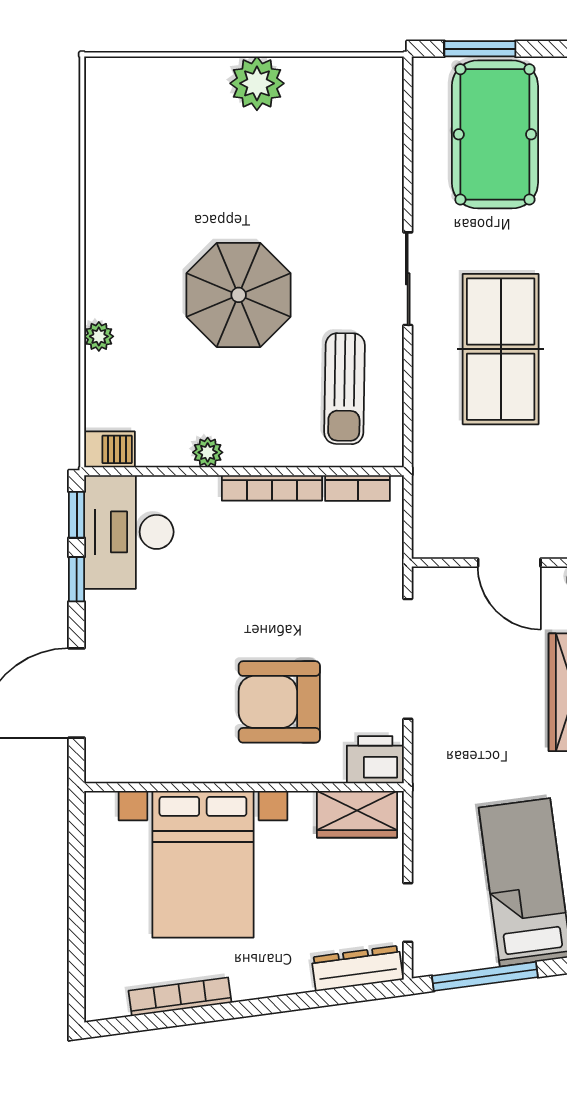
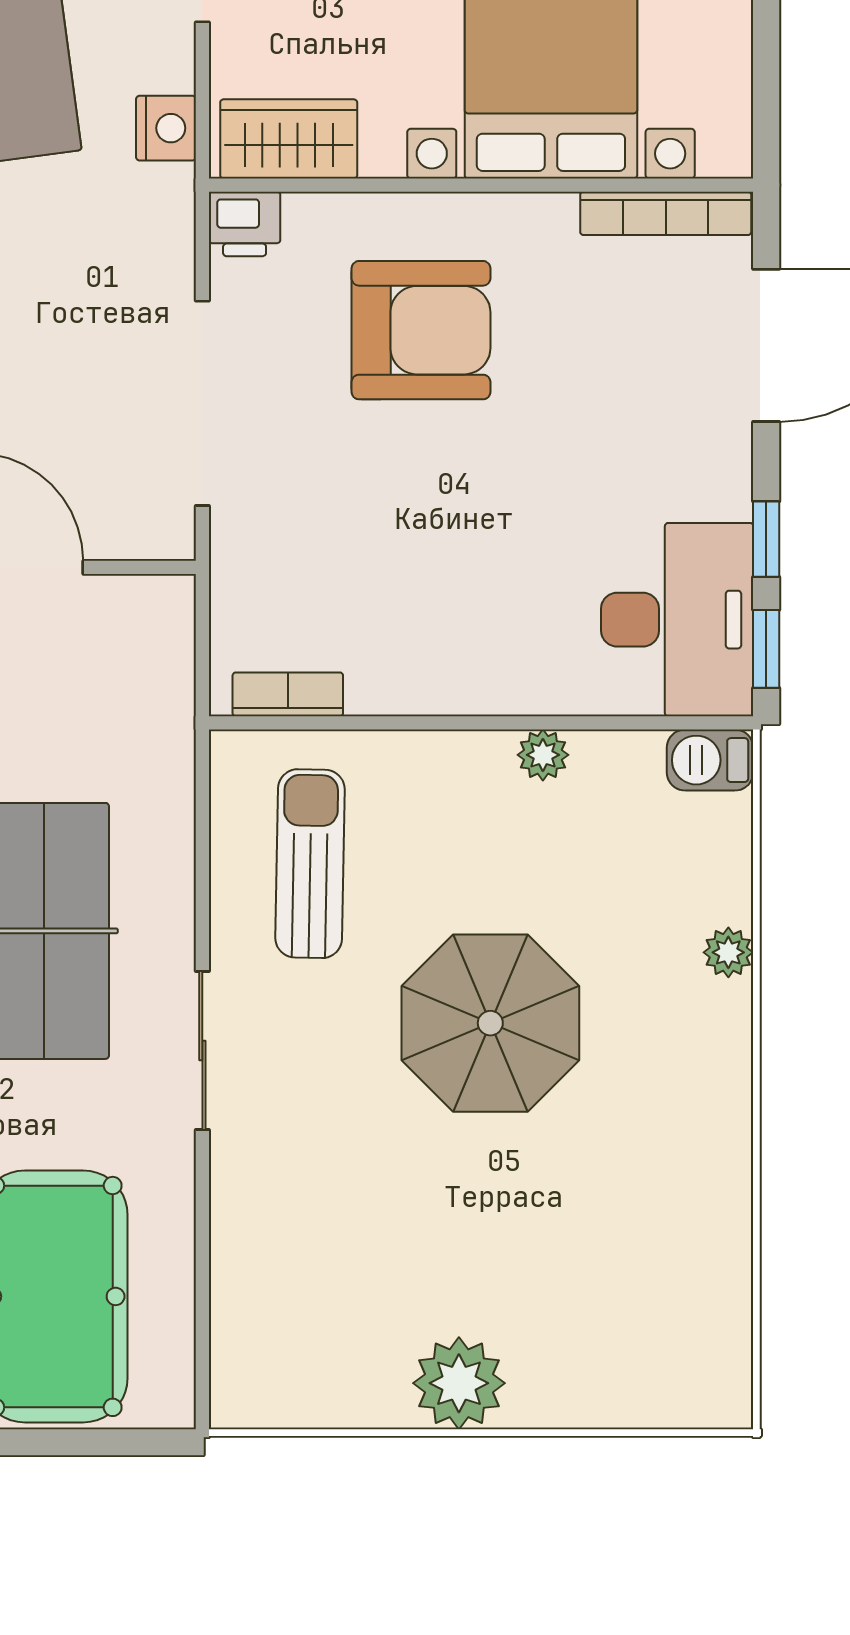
window: (480, 49) -> (79, 1442), removed
bookcase: (272, 488) -> (666, 213), moved, turned 180
printer: (375, 760) -> (245, 224), width x0.73, depth x0.81
nightstand: (429, 821) -> (166, 128), added

